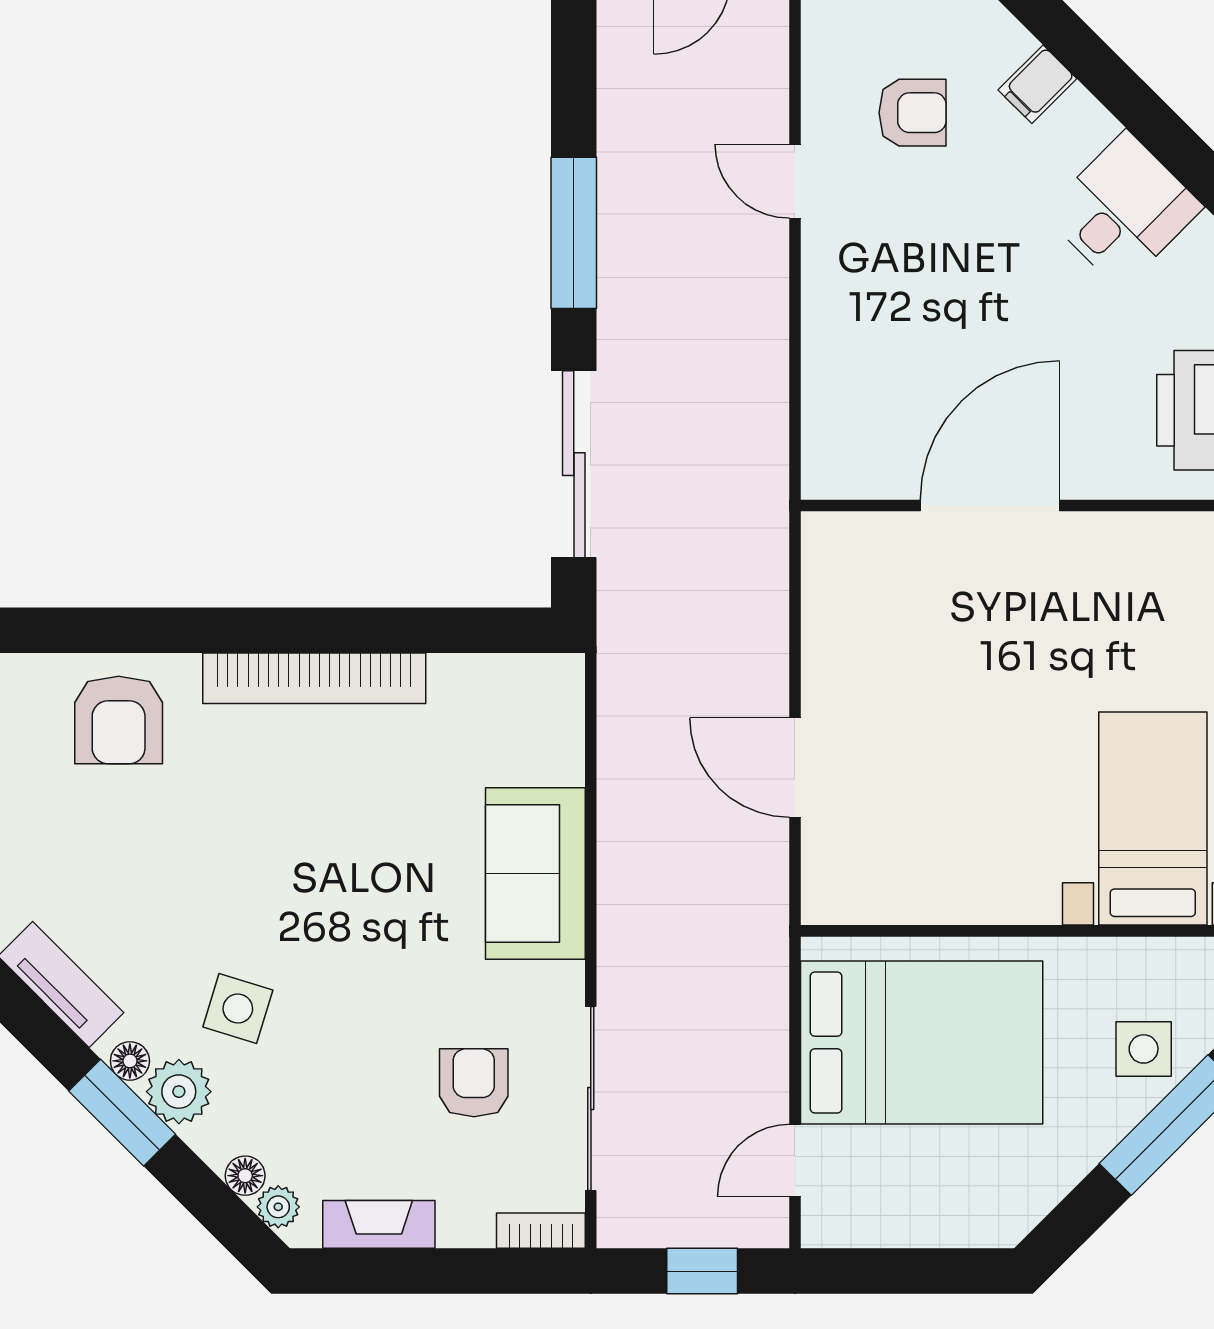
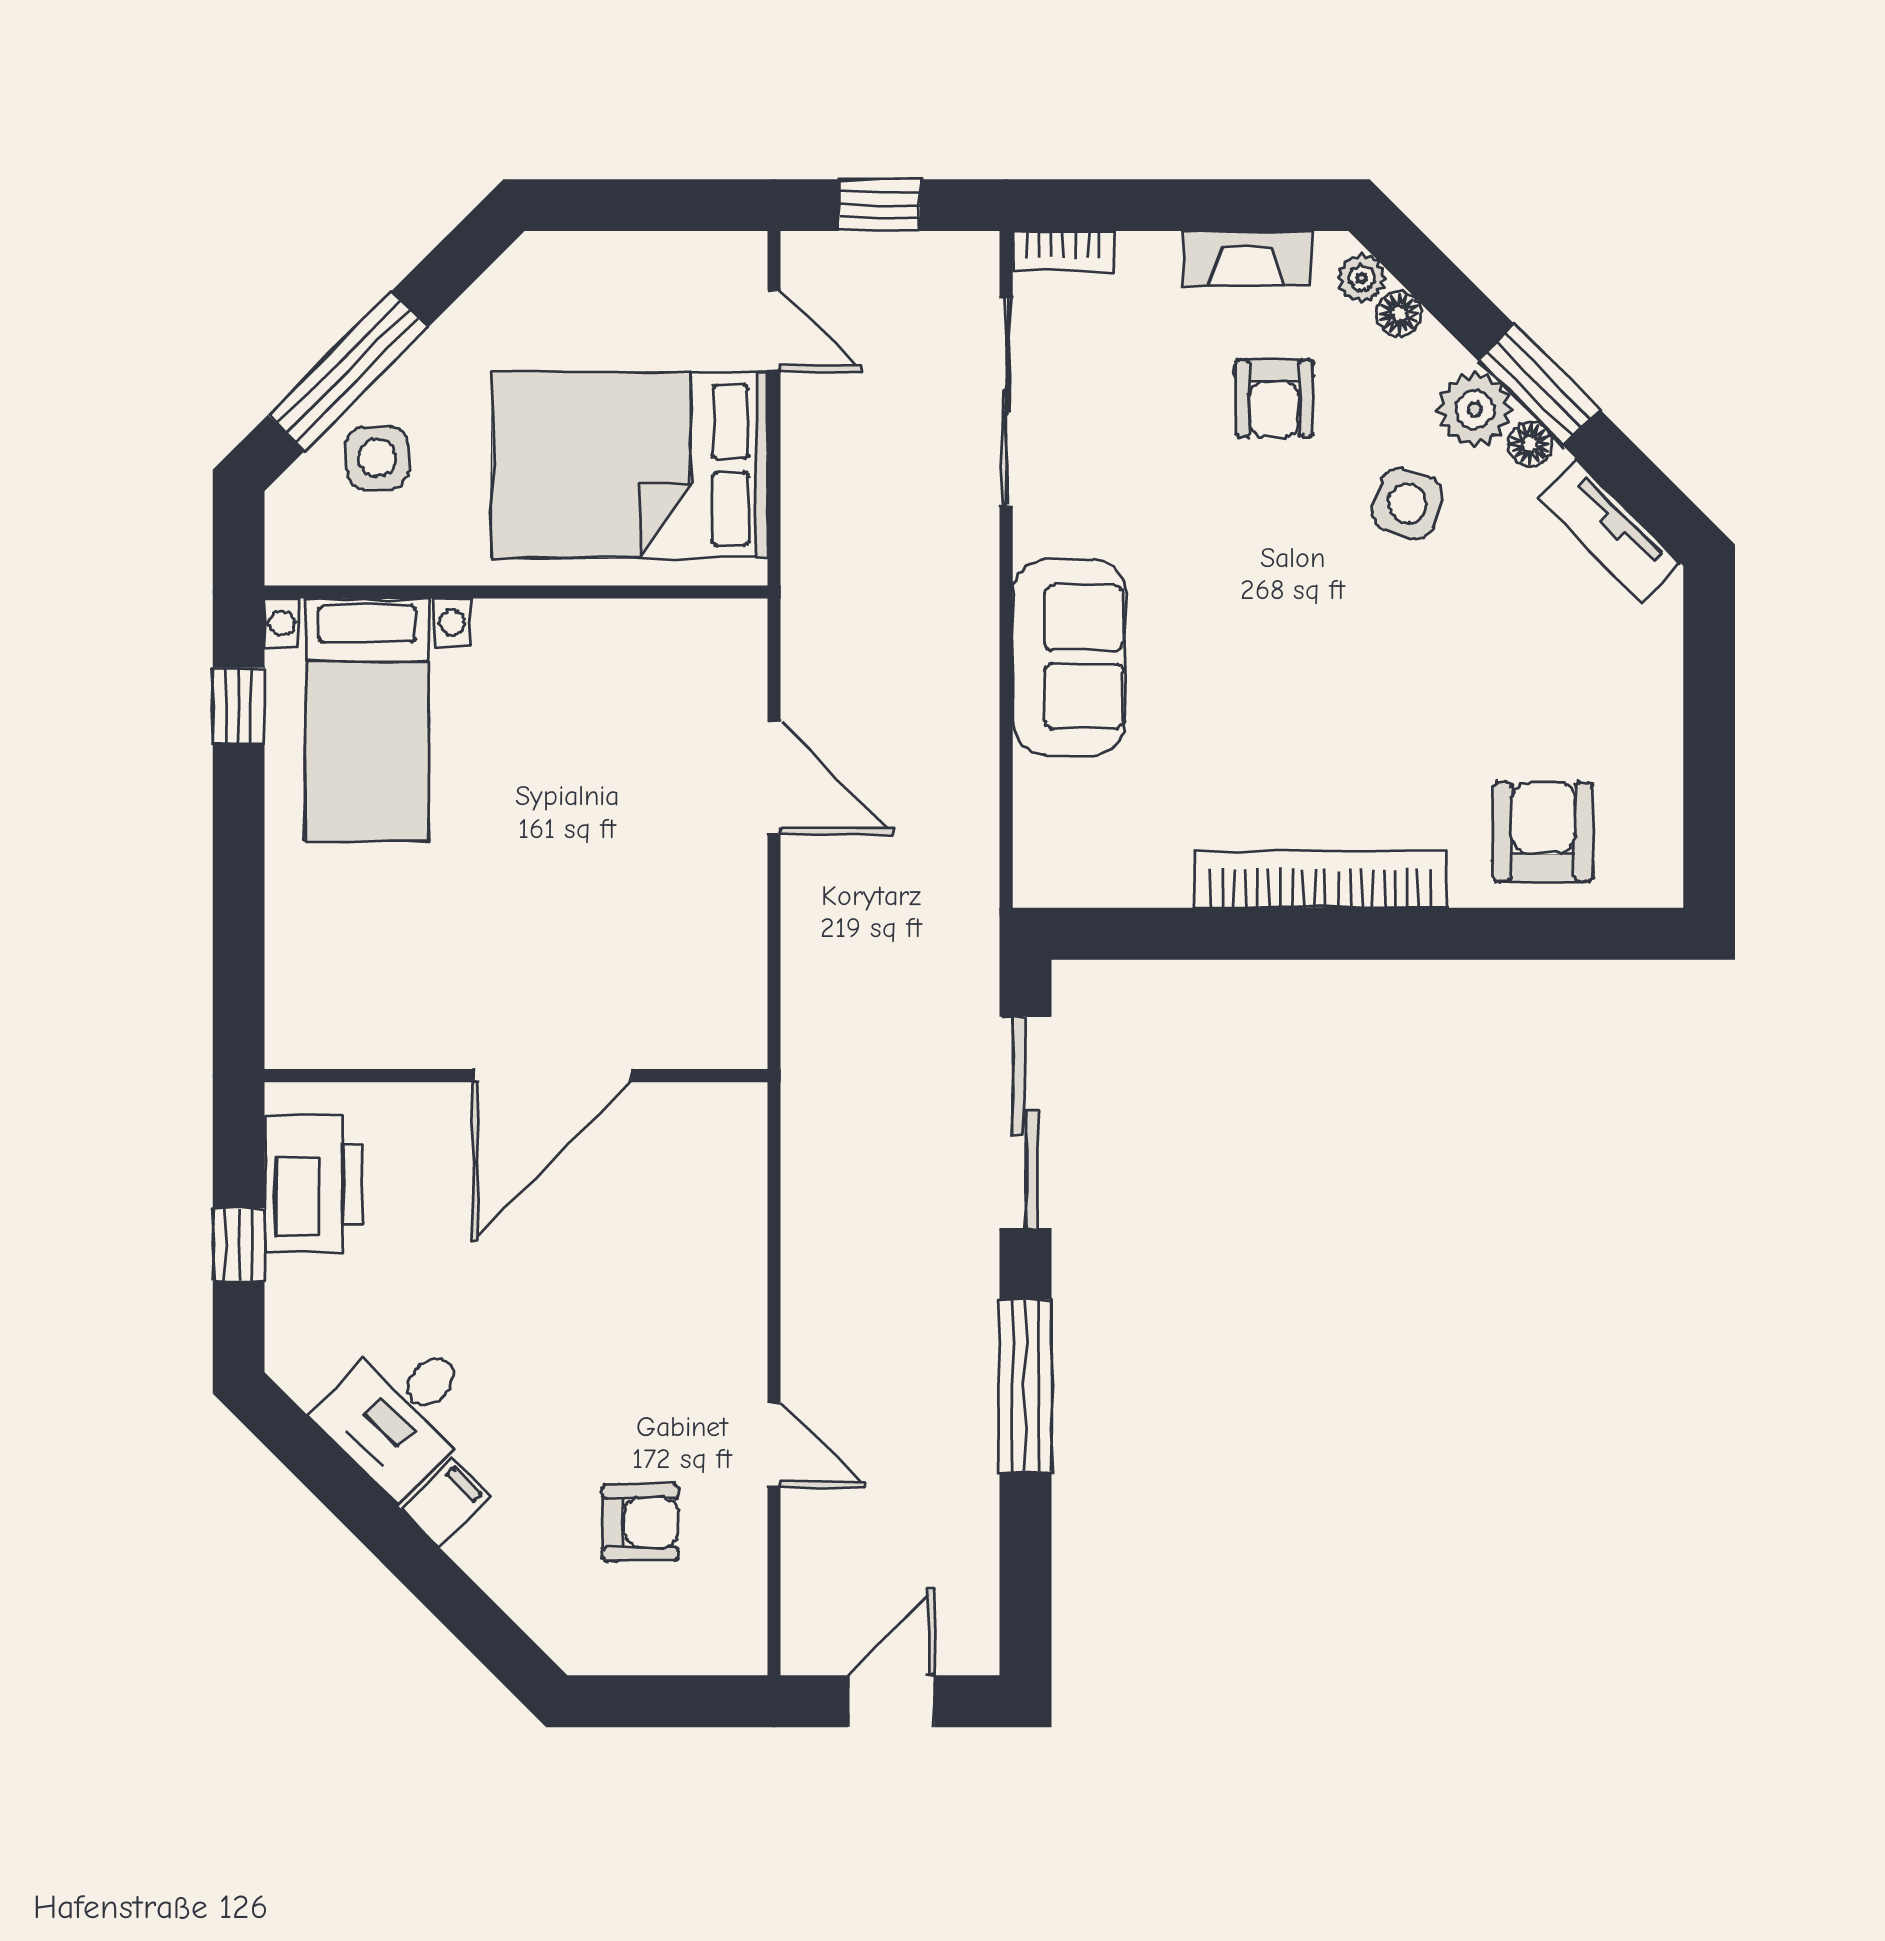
filing cabinet: (1037, 84) -> (446, 1502), moved
armchair: (913, 113) -> (640, 1522), turned 180
armchair: (474, 1083) -> (1274, 398), moved
door: (795, 1160) -> (774, 331), hinge flipped

